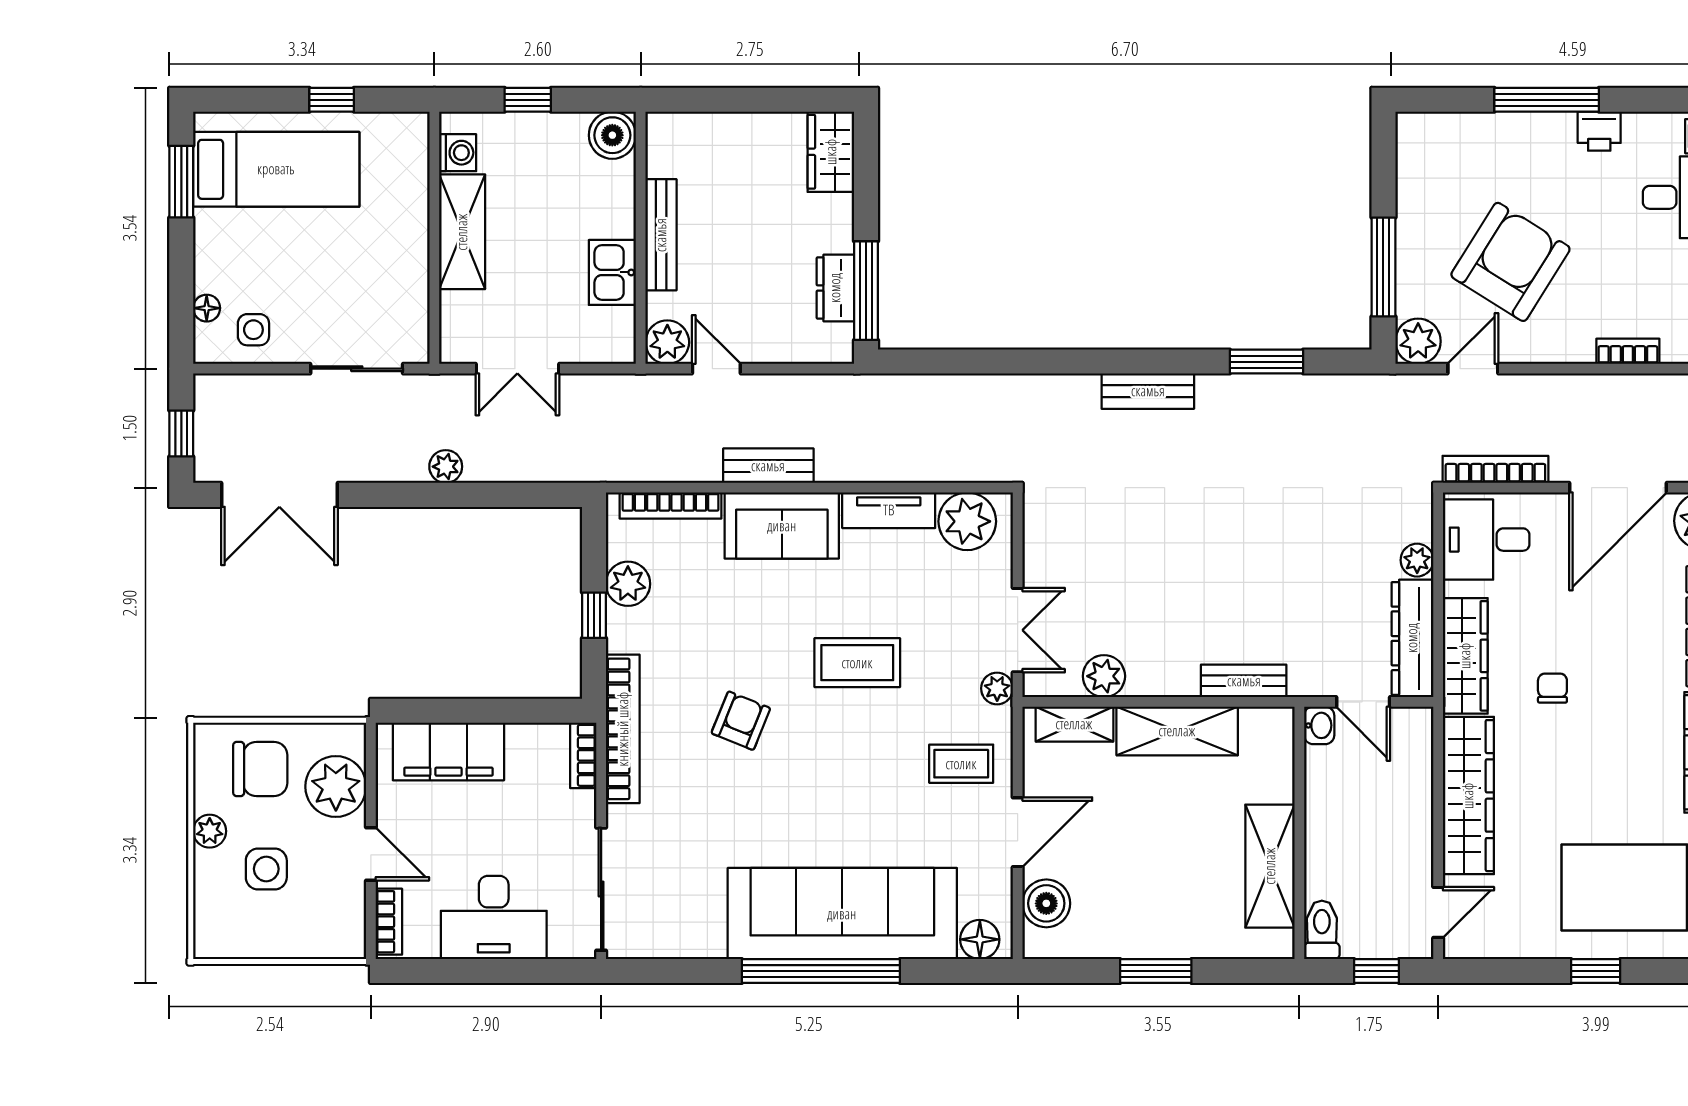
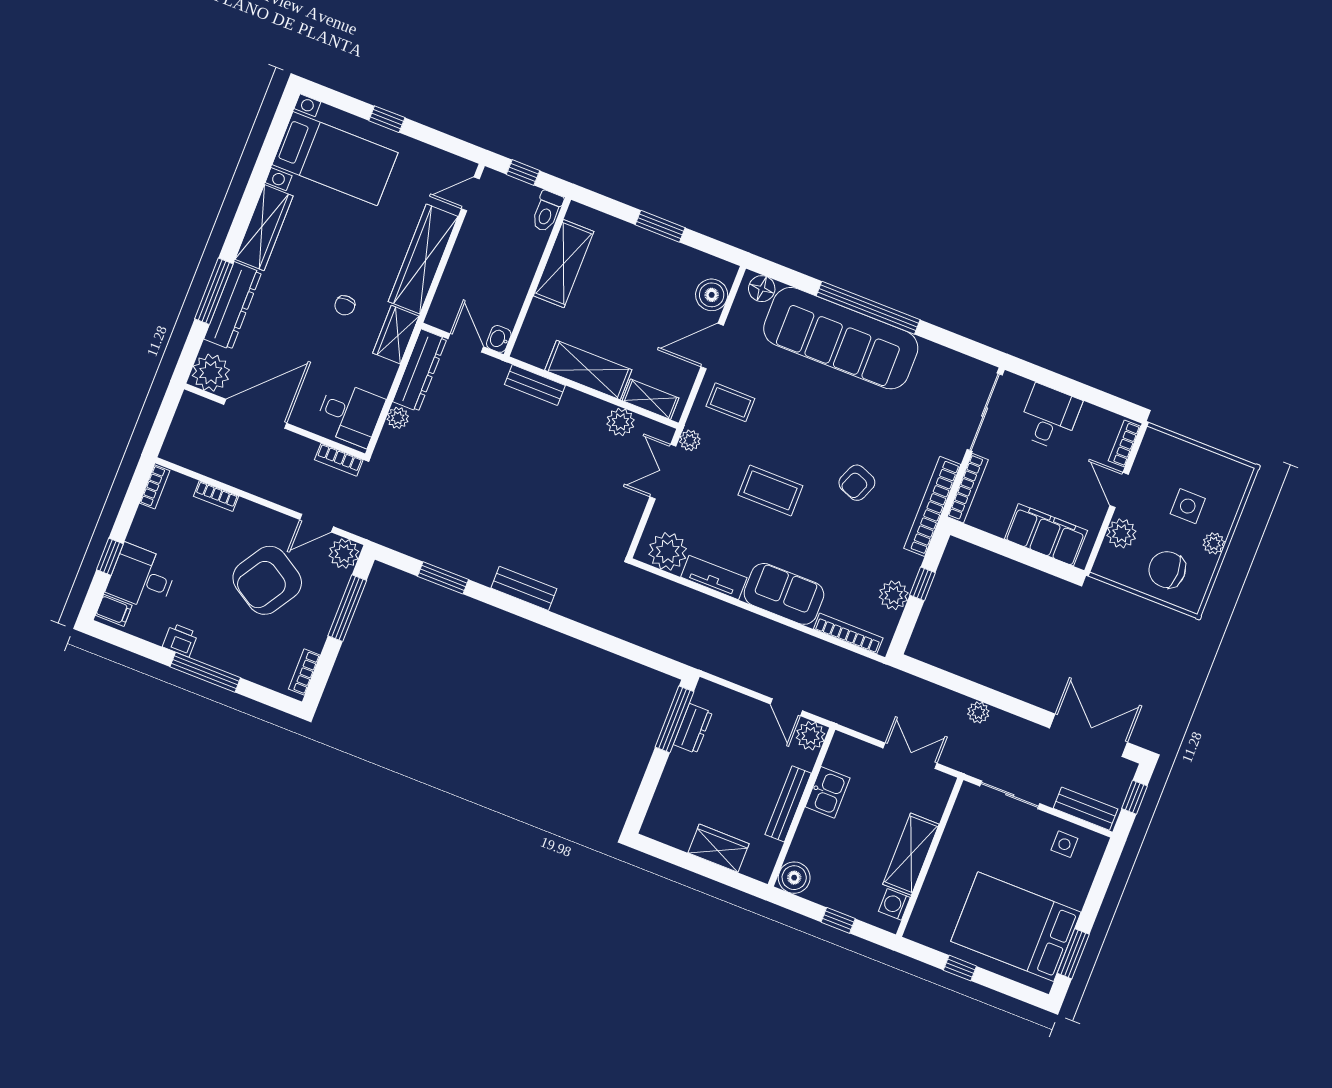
wardrobe: (831, 152) -> (719, 848), moved, turned -90
bookcase: (1408, 154) -> (304, 672), added
bed: (276, 169) -> (1016, 927), width x1.50
floor lamp: (207, 308) -> (1088, 869), removed
bench: (768, 466) -> (1086, 809), moved
bookcase: (1495, 469) -> (339, 460), width x0.64
wardrobe: (1465, 656) -> (396, 335), width x0.67
bookcase: (583, 755) -> (968, 488), width x1.56
plant: (336, 787) -> (1121, 533), width x0.73, depth x0.73
desk: (494, 917) -> (1049, 417), width x0.73

